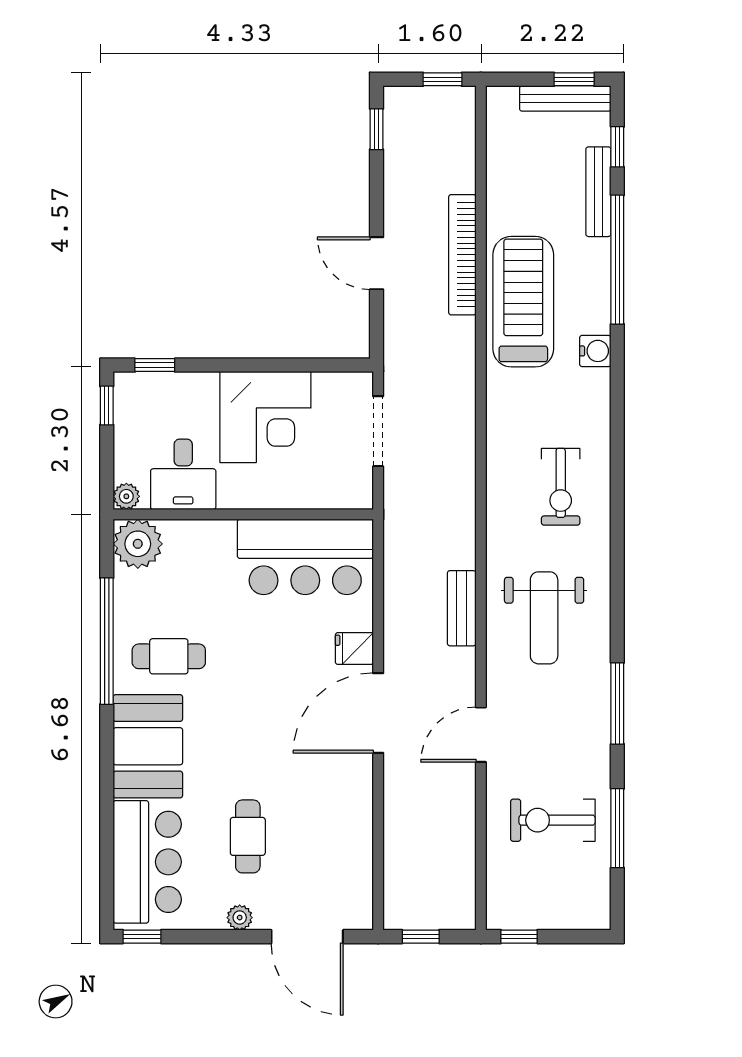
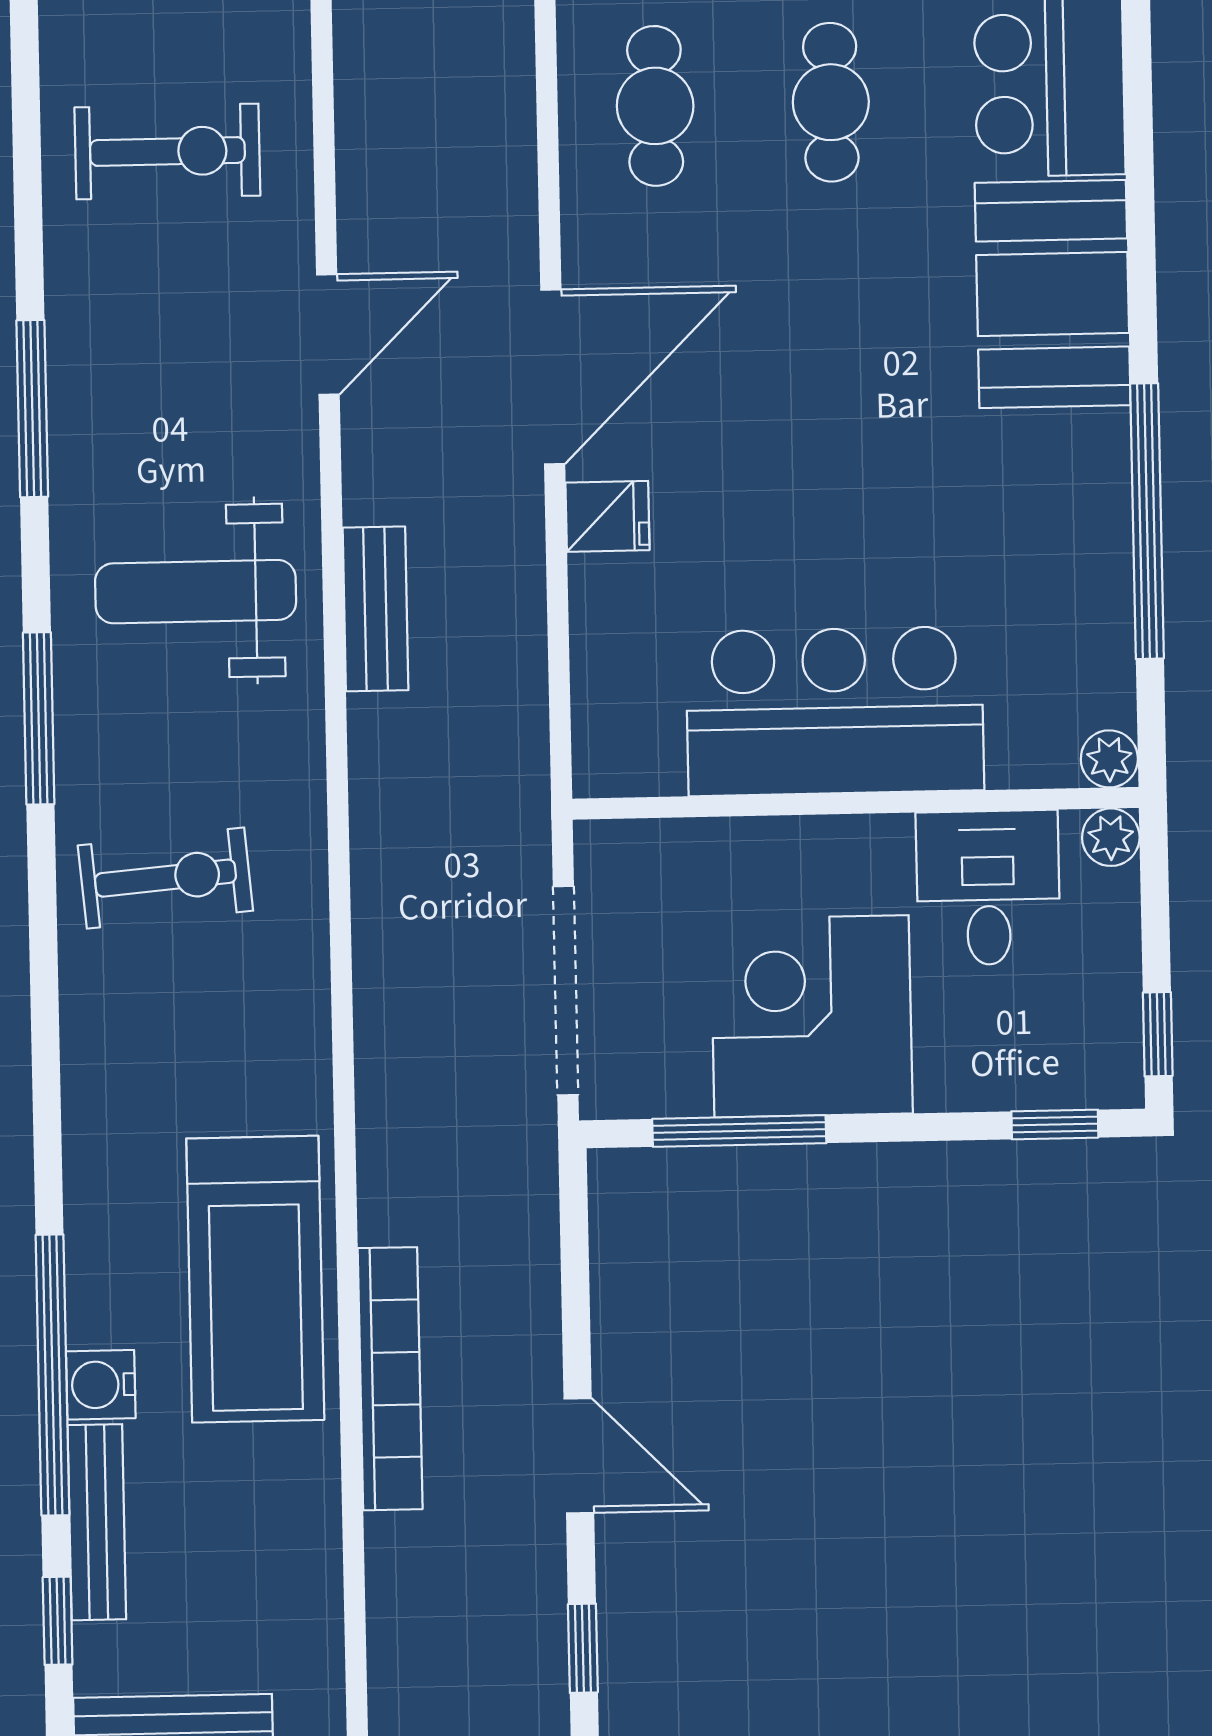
door: (376, 263) -> (579, 1456), moved
water cooler: (595, 351) -> (101, 1385), moved
window: (300, 365) -> (739, 1131), added
doorway: (378, 431) -> (566, 991), width x1.36
exercise bike: (561, 487) -> (165, 878), turned 85
plant: (138, 544) -> (1109, 759), width x0.53, depth x0.53
bar counter: (305, 557) -> (835, 711), moved
weight bench: (544, 618) -> (196, 592), turned -90
cafe table: (169, 656) -> (655, 106), moved, turned 90
window: (617, 828) -> (39, 718), moved

